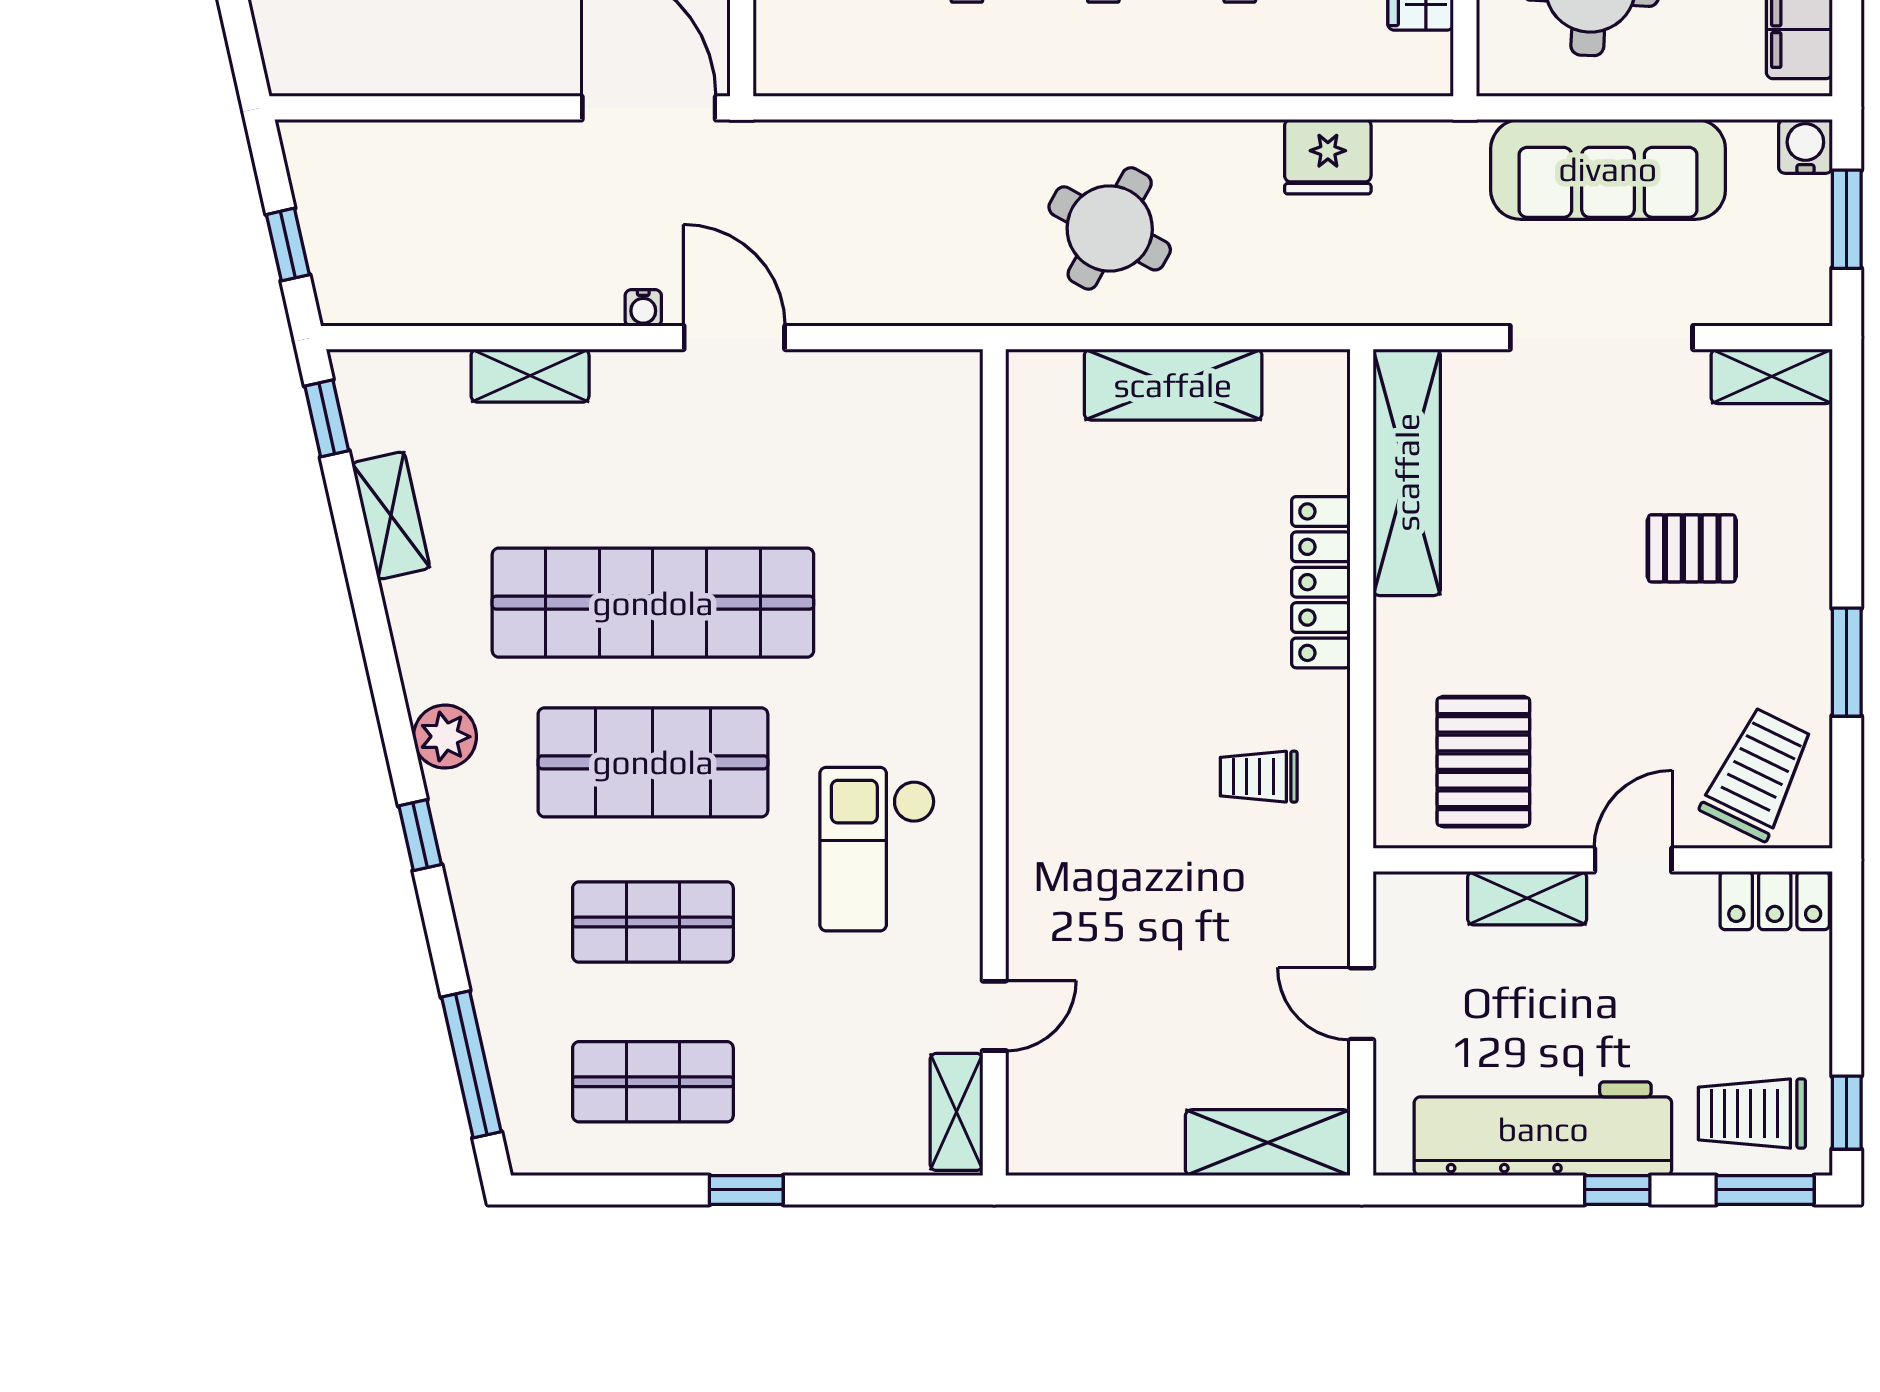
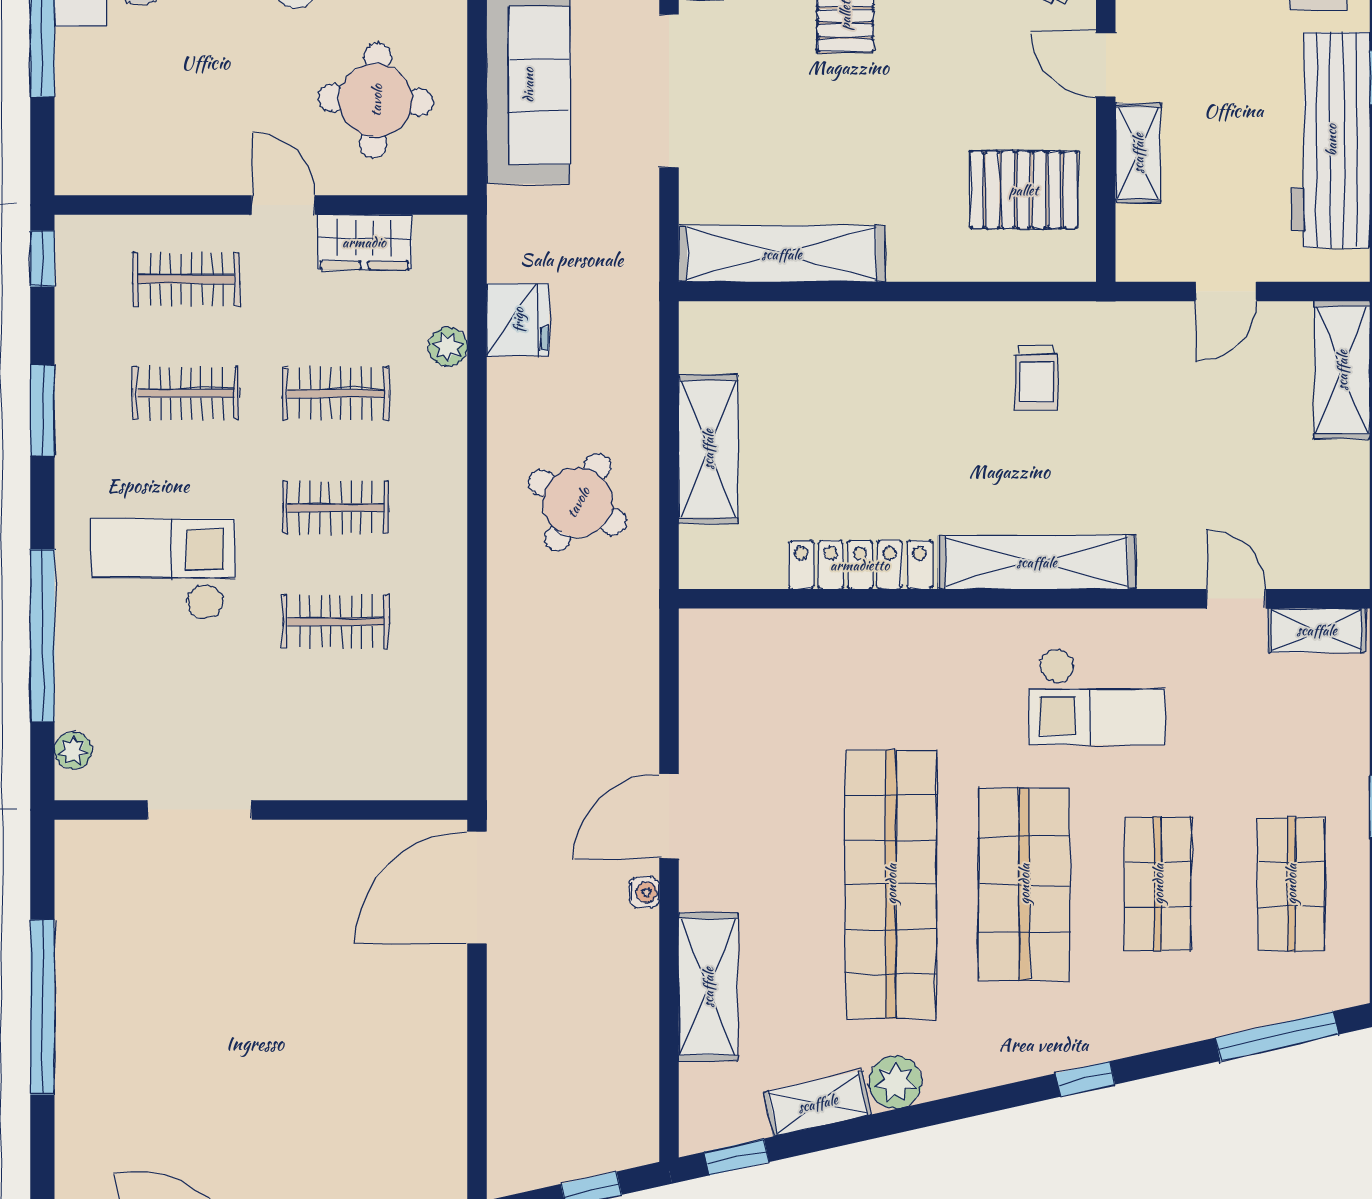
plant: (1295, 73) -> (448, 347), added
shelving: (530, 376) -> (708, 987), width x1.50, depth x1.33
locker: (1321, 582) -> (860, 565), moved, turned 180
plant: (445, 737) -> (895, 1082), moved
shelving: (1038, 777) -> (1037, 562), added

